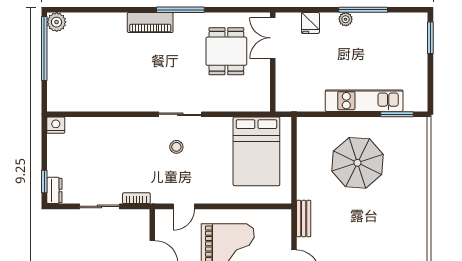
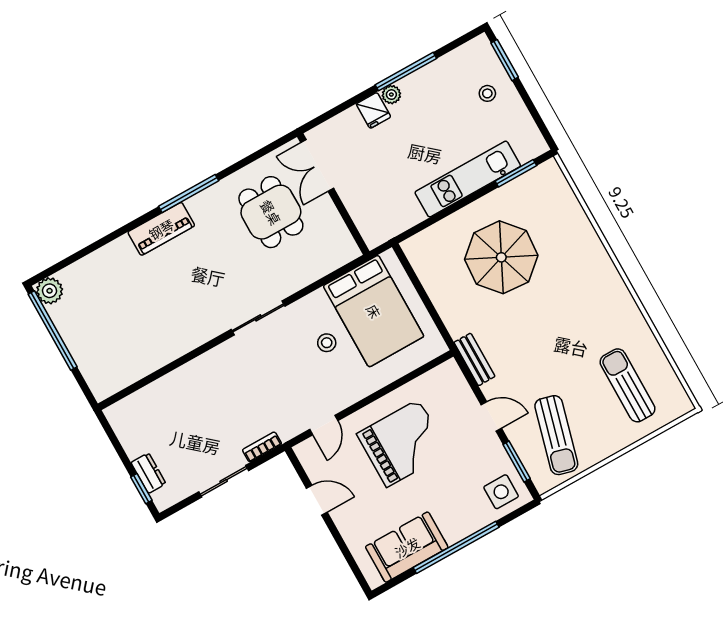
fridge: (310, 23) -> (374, 110), moved
stool: (407, 53) -> (487, 93), added
nightstand: (56, 125) -> (117, 414), removed
stool: (176, 147) -> (327, 343), moved
dresser: (54, 190) -> (148, 473), moved

